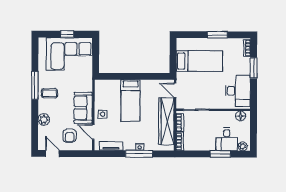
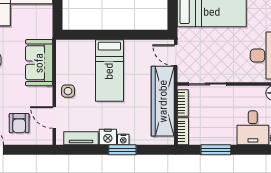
sofa: (83, 108) -> (39, 63), moved
nightstand: (129, 145) -> (108, 137), added
window: (139, 154) -> (122, 150), width x0.69
window: (220, 154) -> (216, 150), moved

